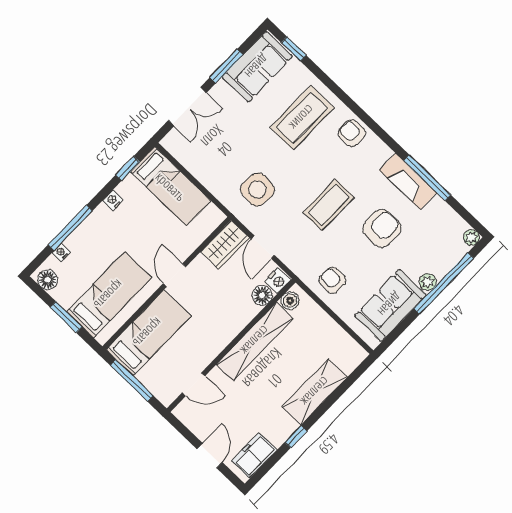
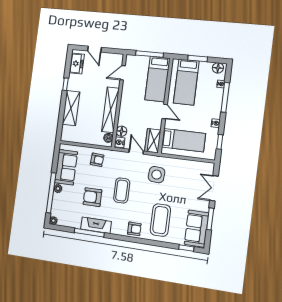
bed: (171, 186) -> (183, 140), moved, turned 180
armchair: (382, 228) -> (92, 197), turned 90

